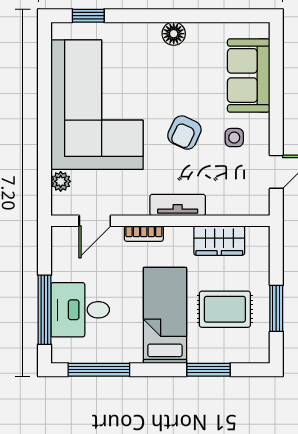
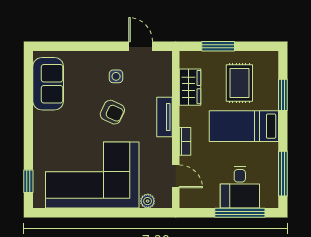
floor lamp: (174, 34) -> (41, 120), removed
sofa: (249, 75) -> (48, 84), moved, turned -90
window: (276, 308) -> (218, 46), moved

